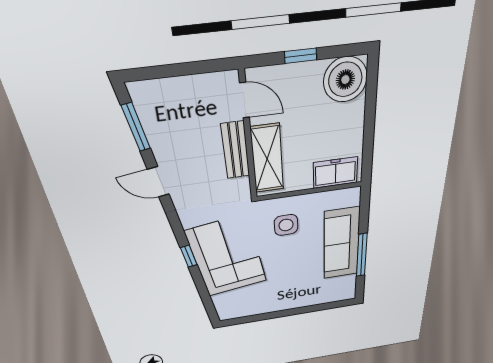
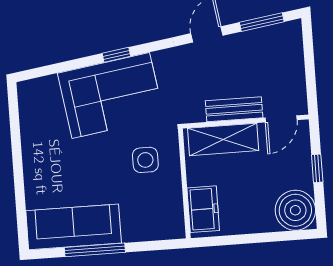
sofa: (341, 244) -> (74, 227), moved

